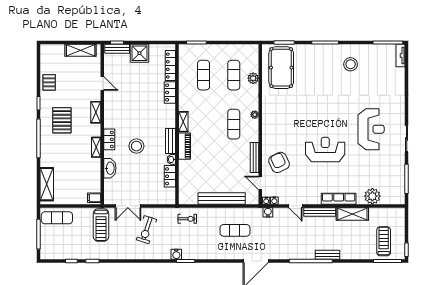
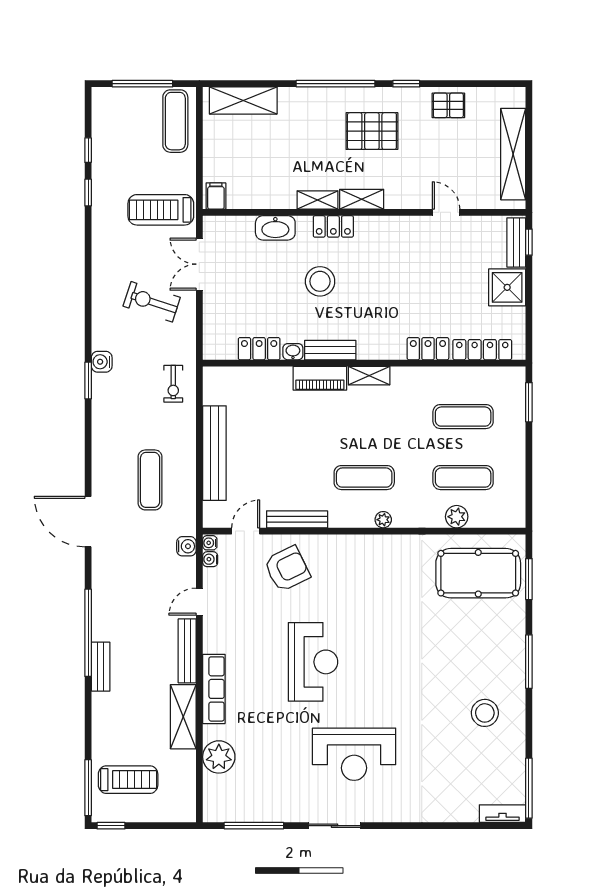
shelving: (81, 50) -> (513, 154), width x1.47
door: (102, 84) -> (446, 212), swing flipped
shelving: (96, 112) -> (362, 199), moved

